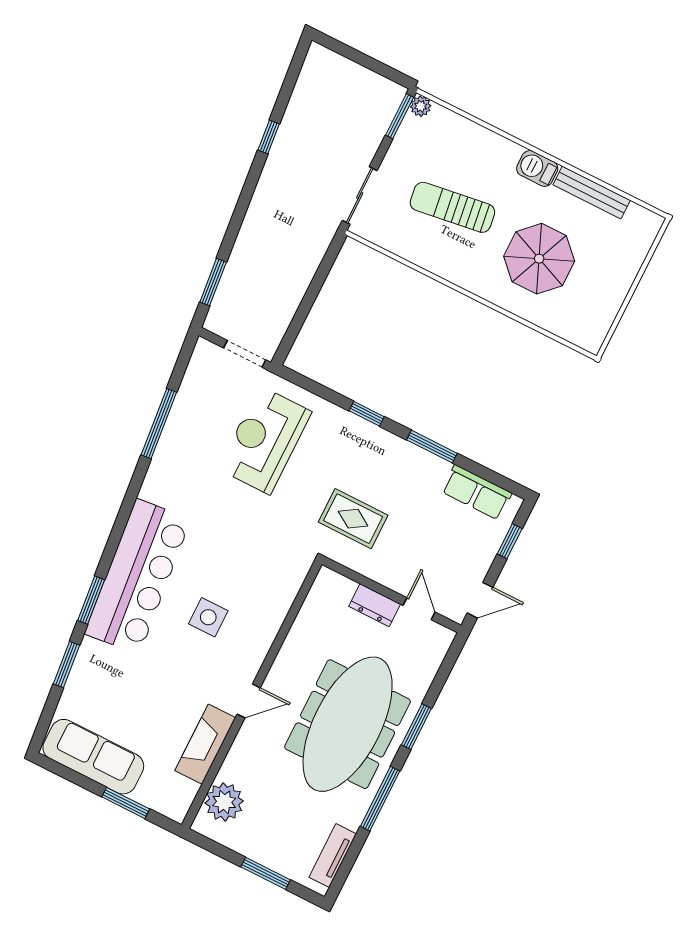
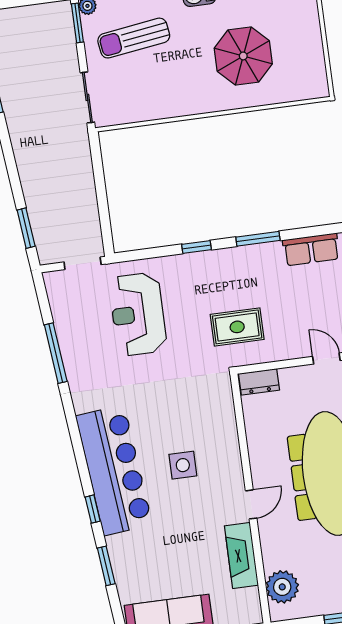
sun lounger: (452, 207) -> (134, 38), moved
window: (91, 600) -> (93, 509), width x0.67
dresser: (375, 605) -> (259, 382), moved

